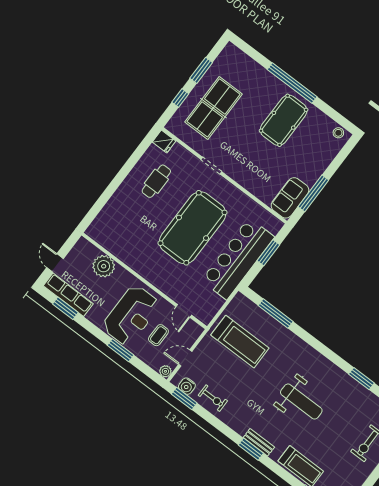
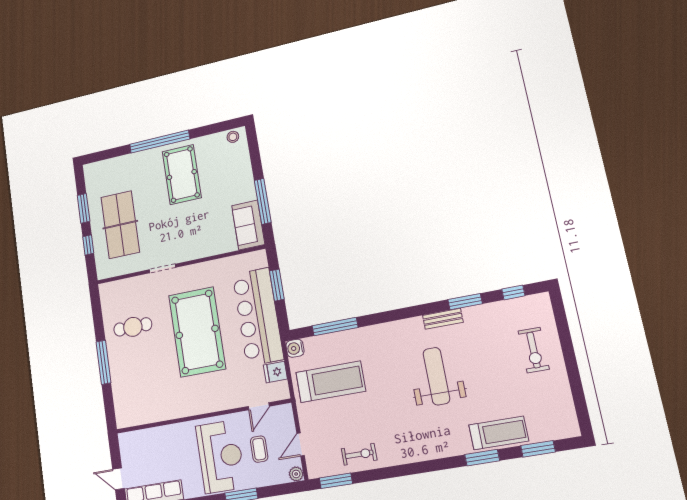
fridge: (164, 142) -> (275, 372), moved, turned 180
cafe table: (156, 181) -> (133, 327), turned 90
window: (116, 183) -> (103, 362), added
plant: (104, 266) -> (159, 439), removed
door: (184, 311) -> (259, 406), hinge flipped
water cooler: (187, 386) -> (295, 348), moved, turned 90
weight bench: (301, 402) -> (436, 376), turned -90
bench: (259, 442) -> (443, 319), moved
window: (251, 449) -> (482, 458), moved

